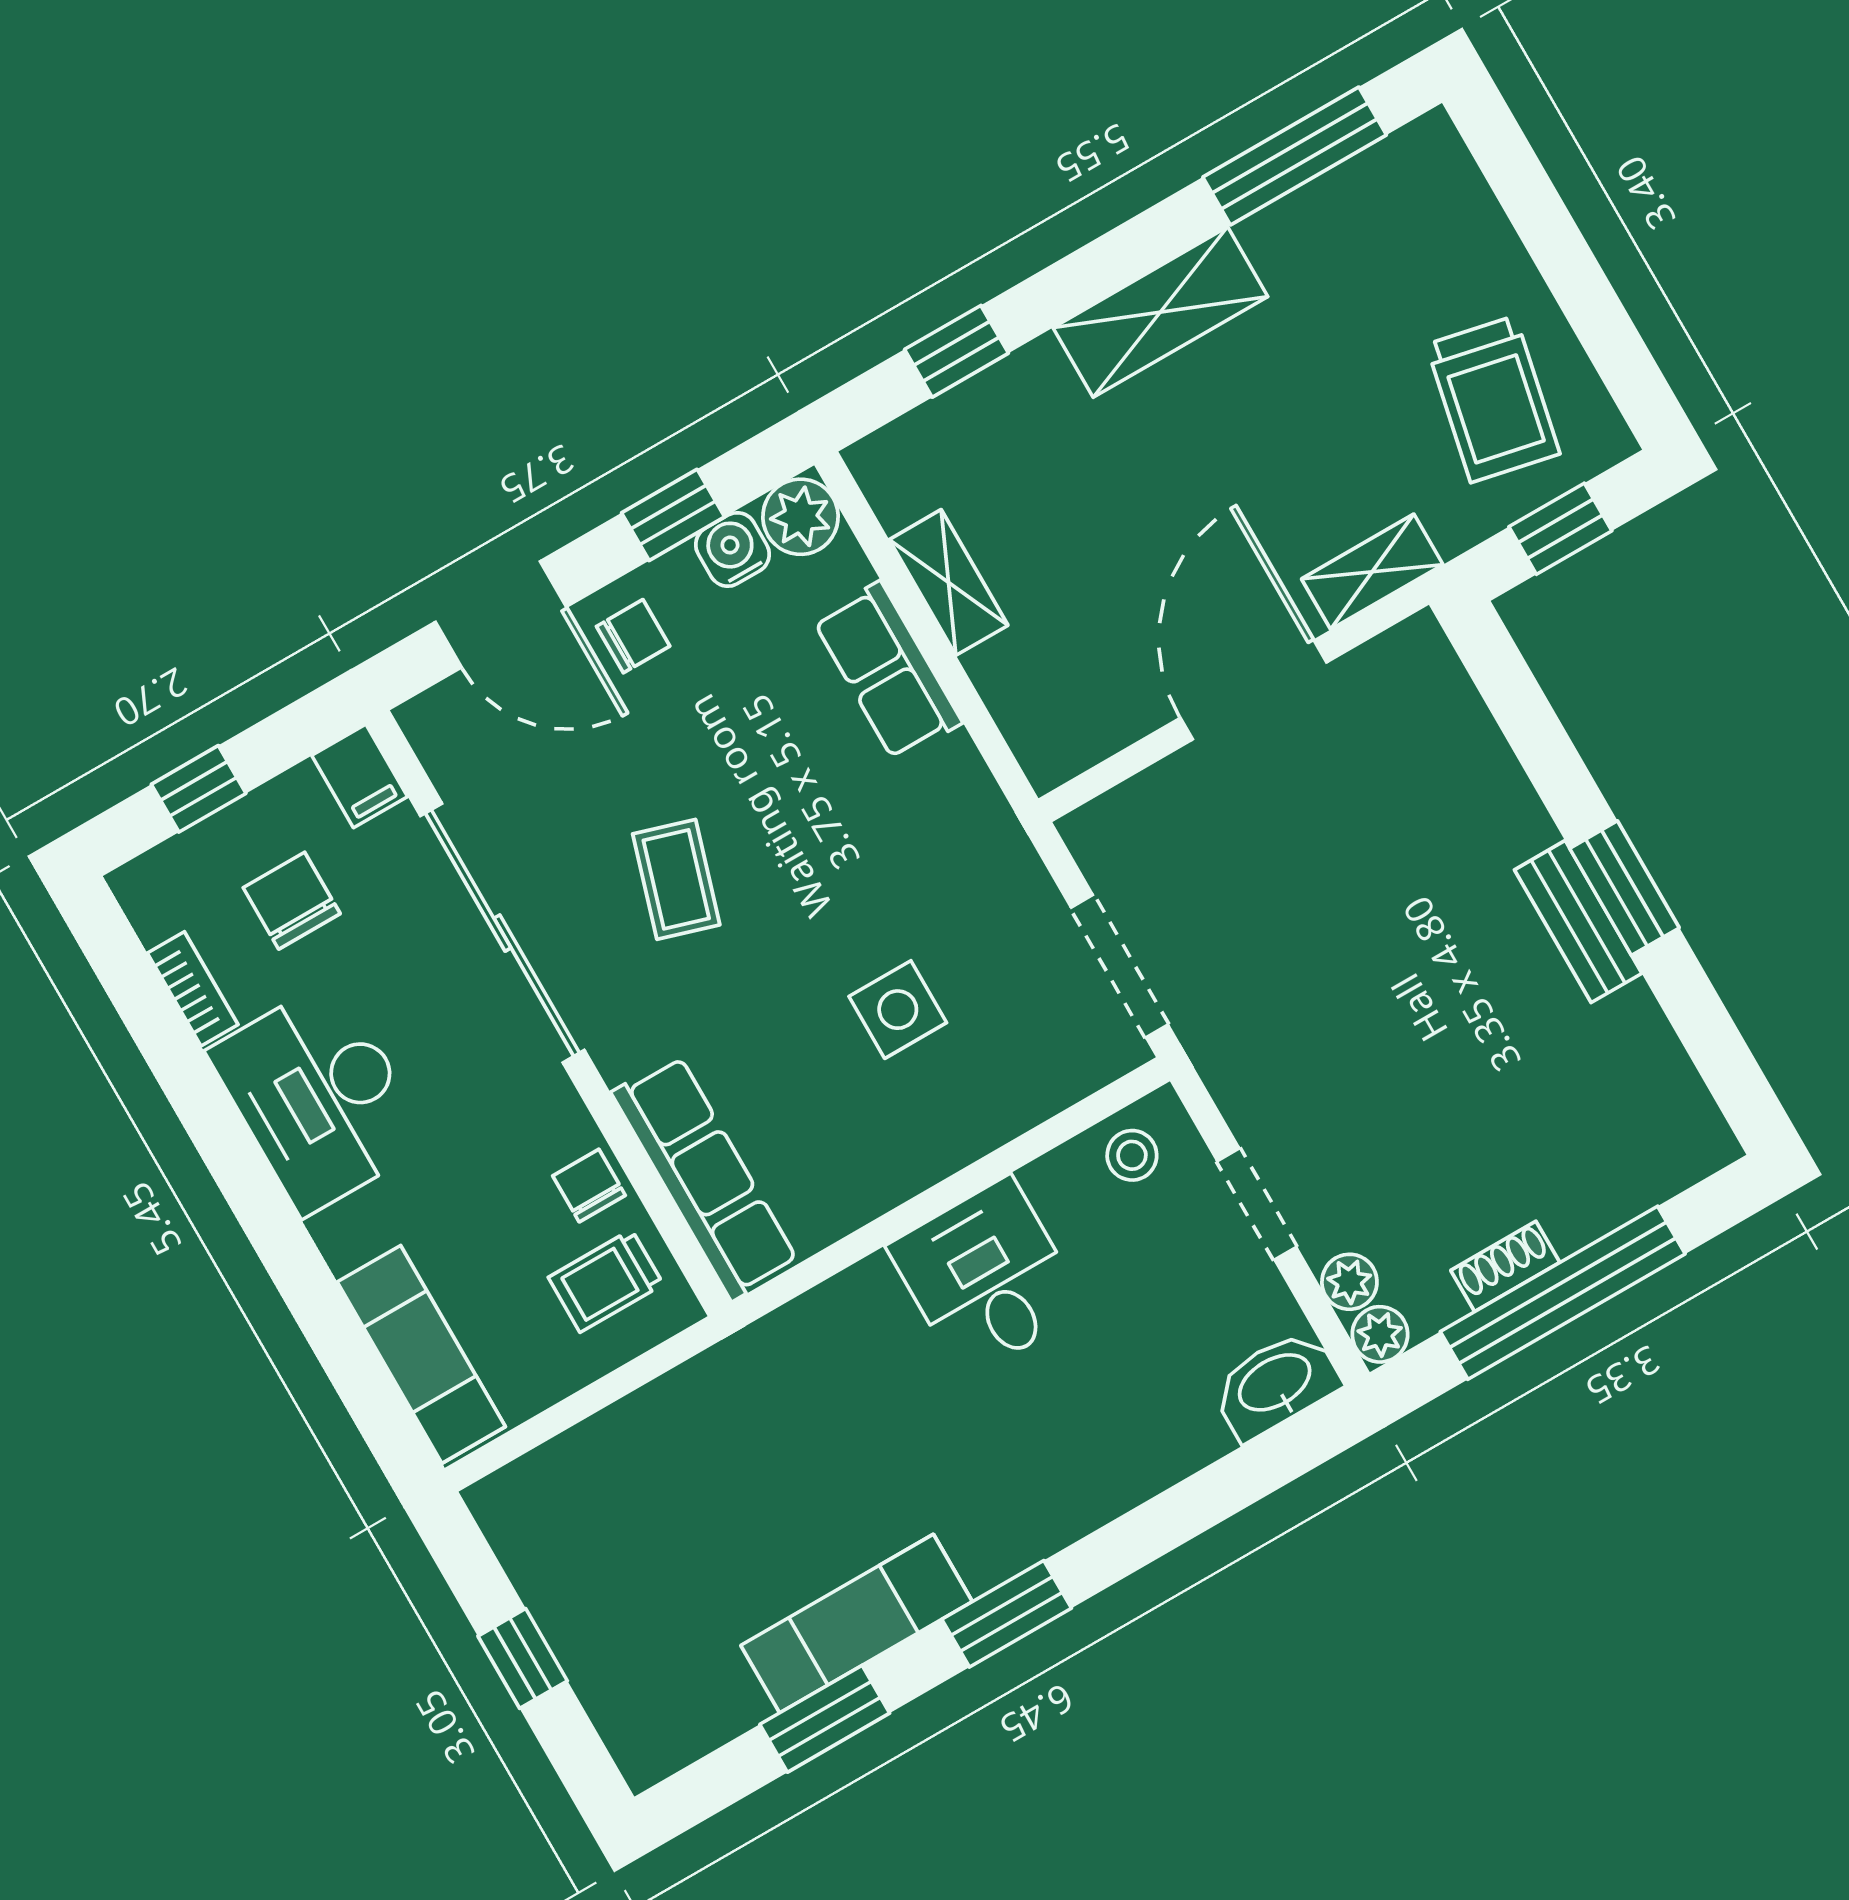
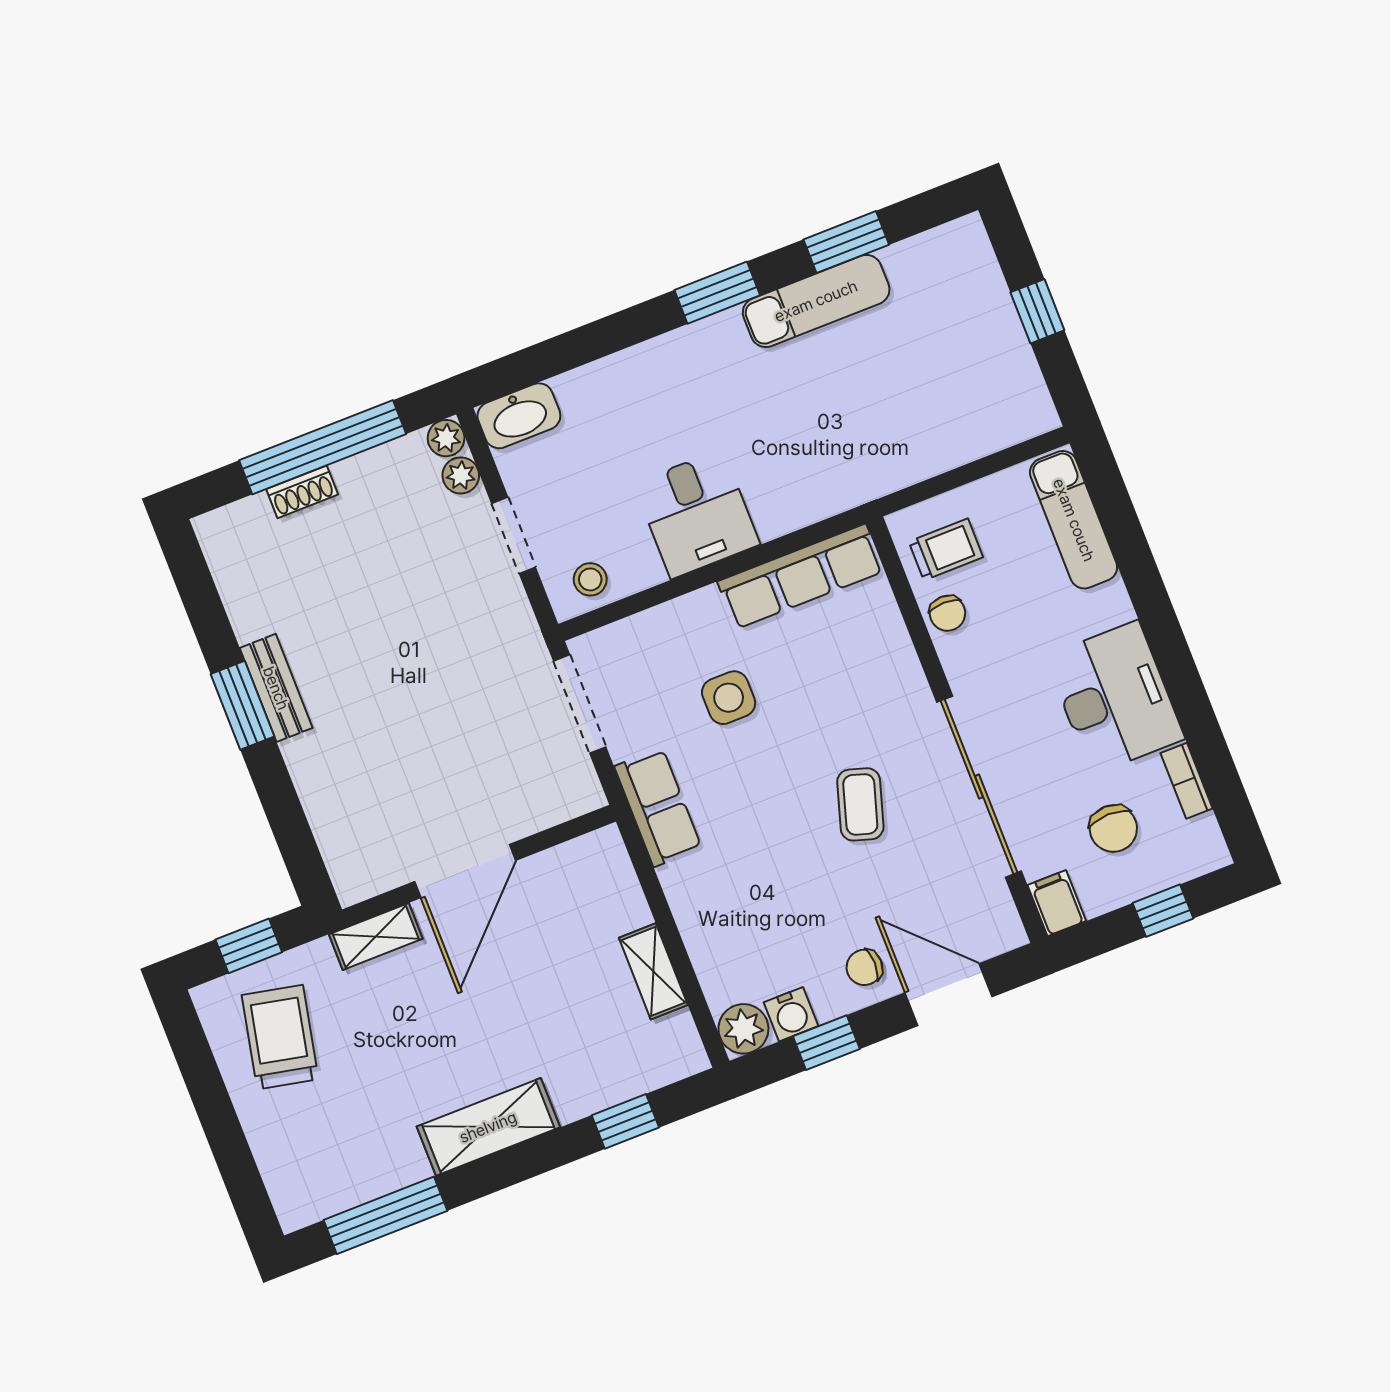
row of seats: (888, 671) -> (658, 807), moved
row of seats: (705, 1178) -> (801, 576), moved, turned -90
shoe rack: (1505, 1266) -> (302, 492), moved

